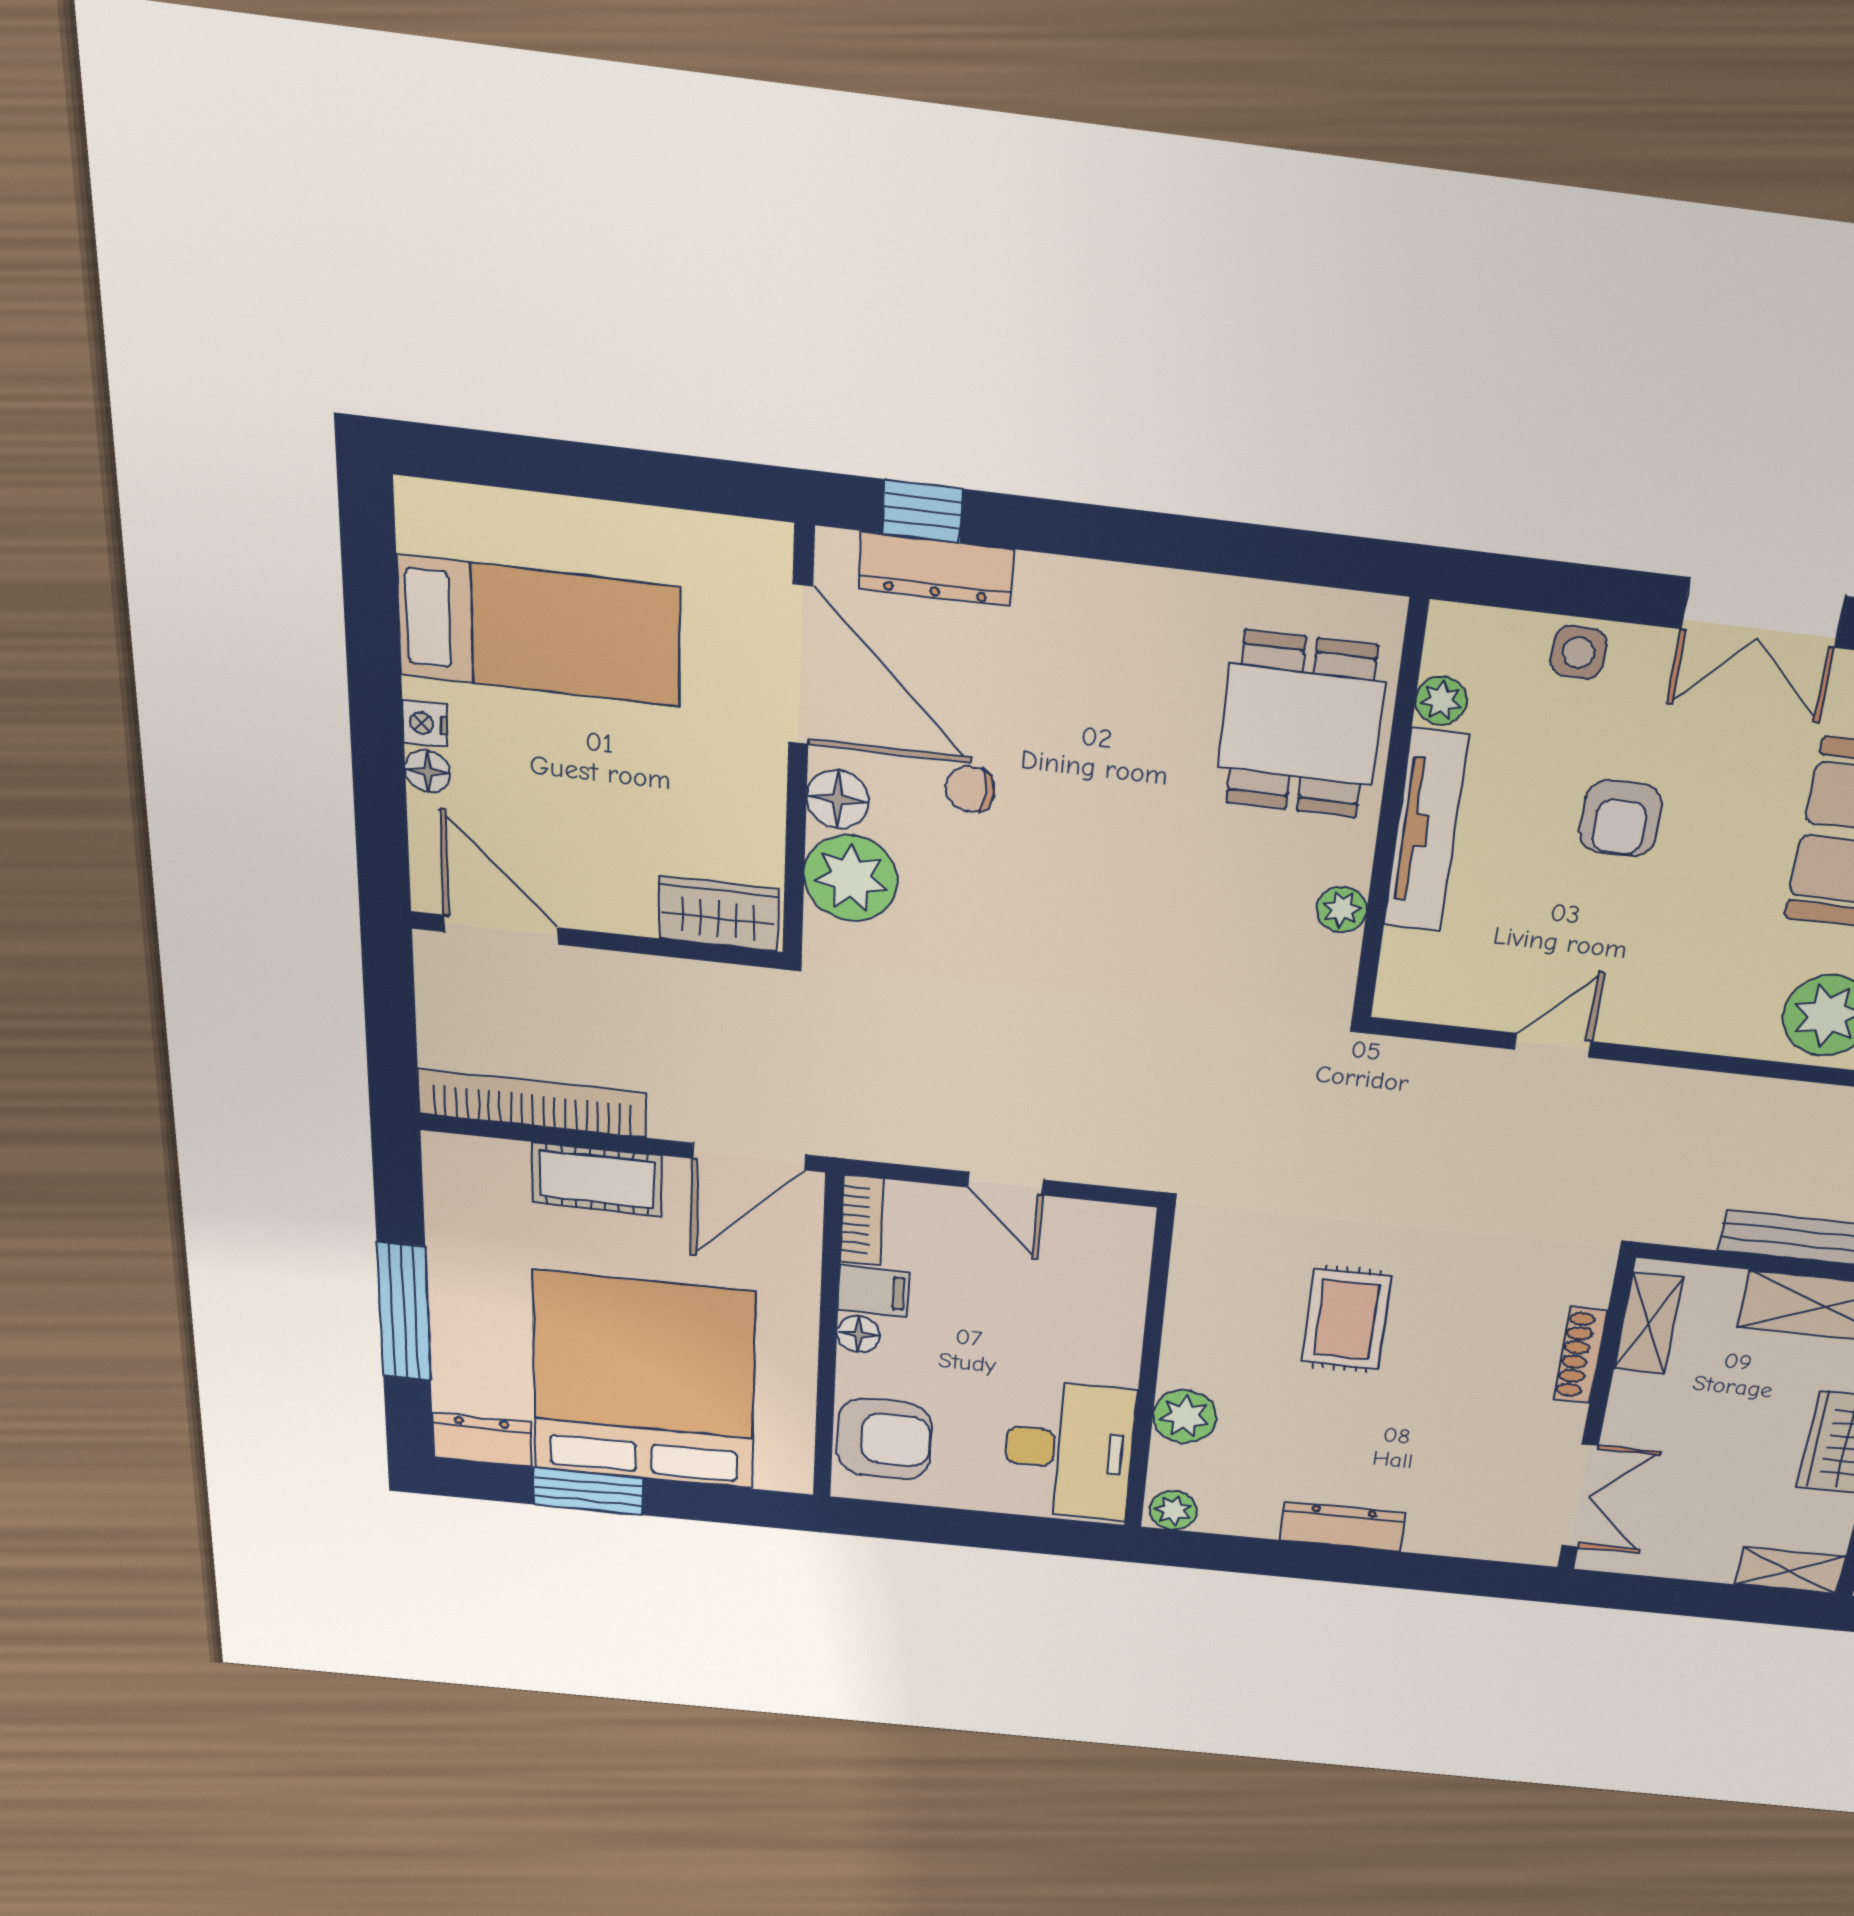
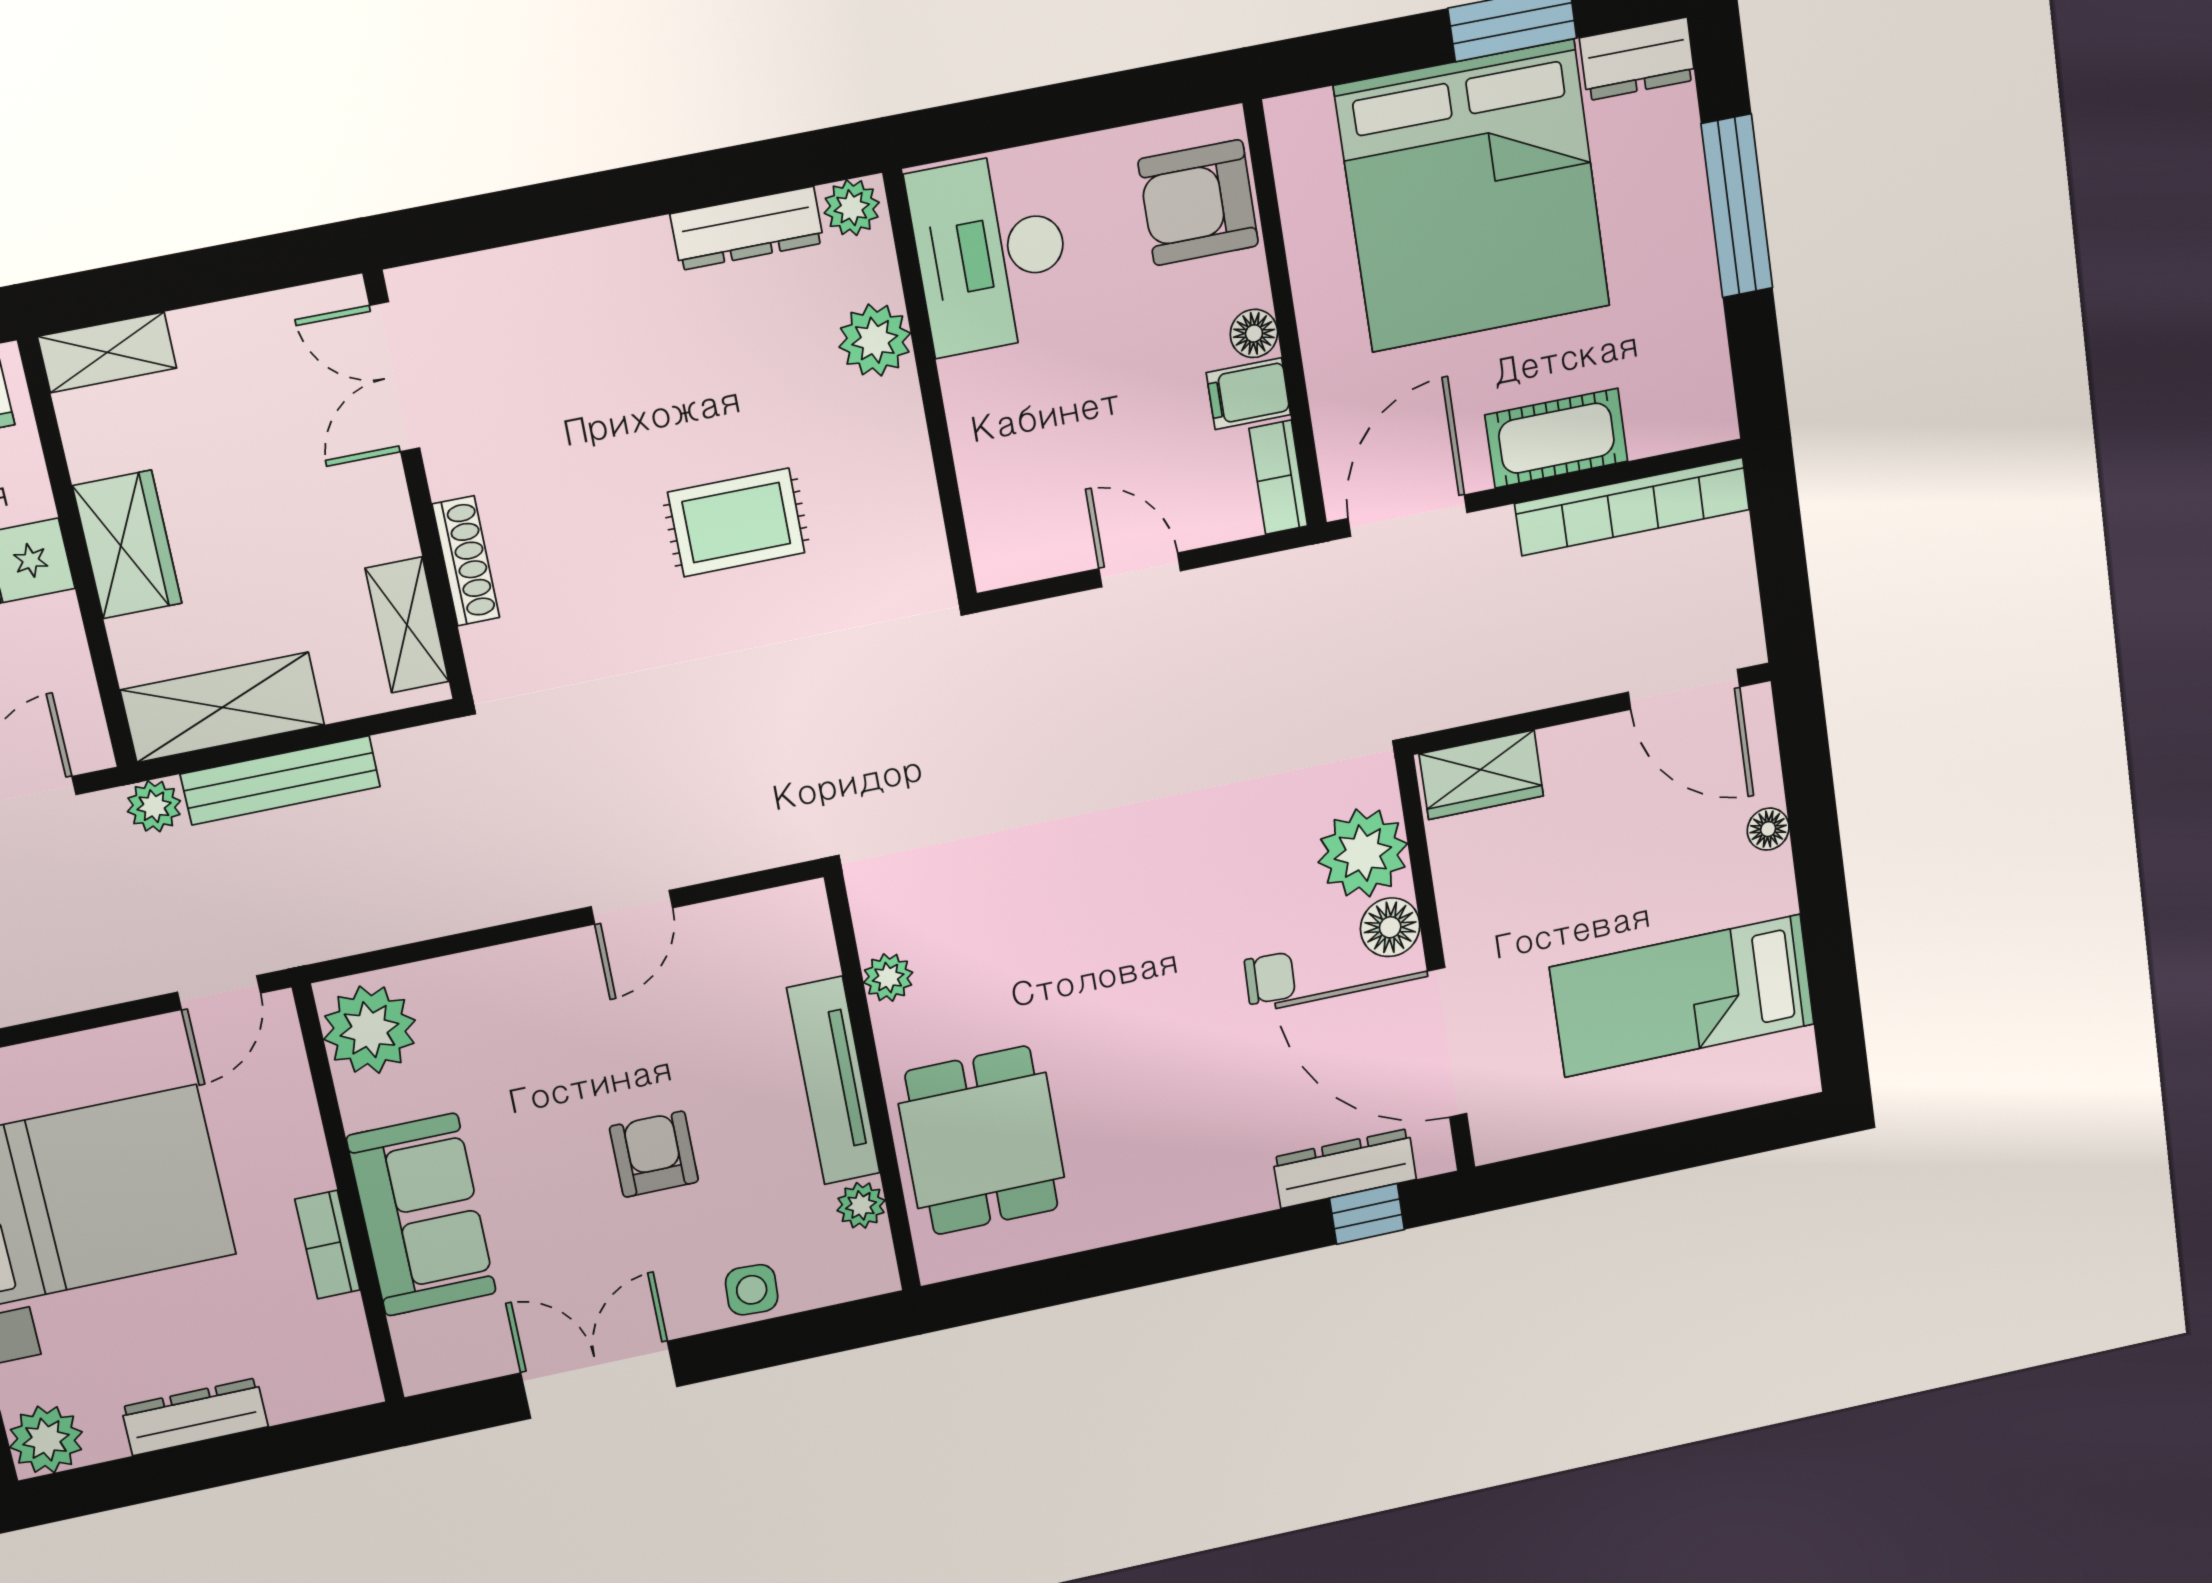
nightstand: (425, 723) -> (1775, 875), removed
rug: (1346, 1319) -> (736, 523), turned 90
dresser: (1342, 1526) -> (747, 228), moved

